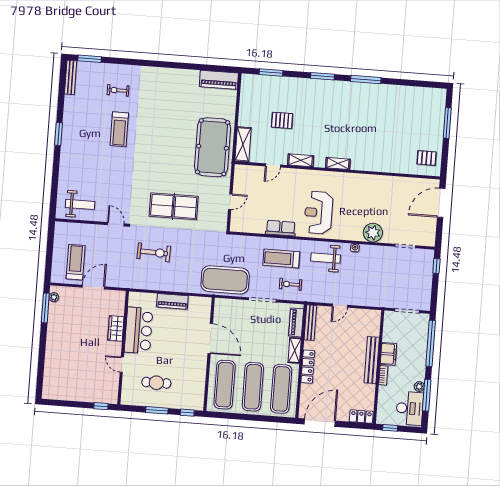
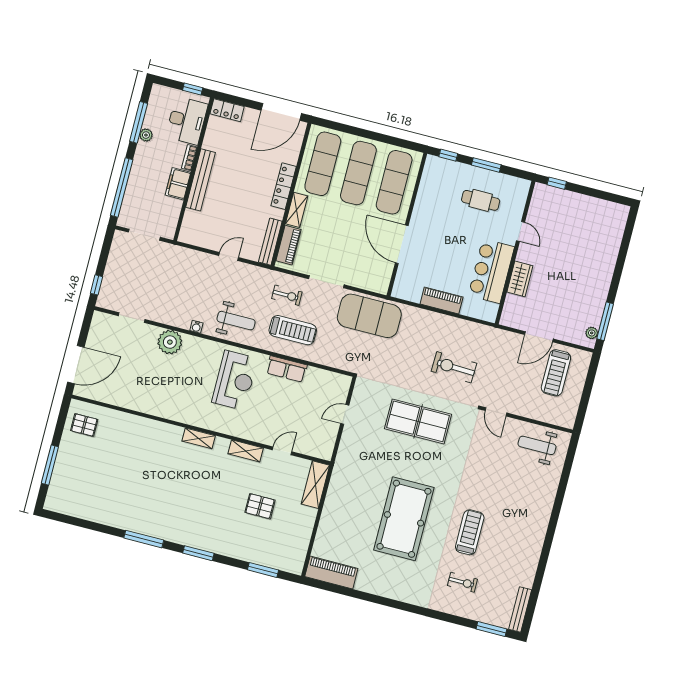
window: (58, 134) -> (548, 540), removed
pool table: (213, 147) -> (404, 519), moved
desk: (410, 408) -> (187, 121), moved, turned 180

